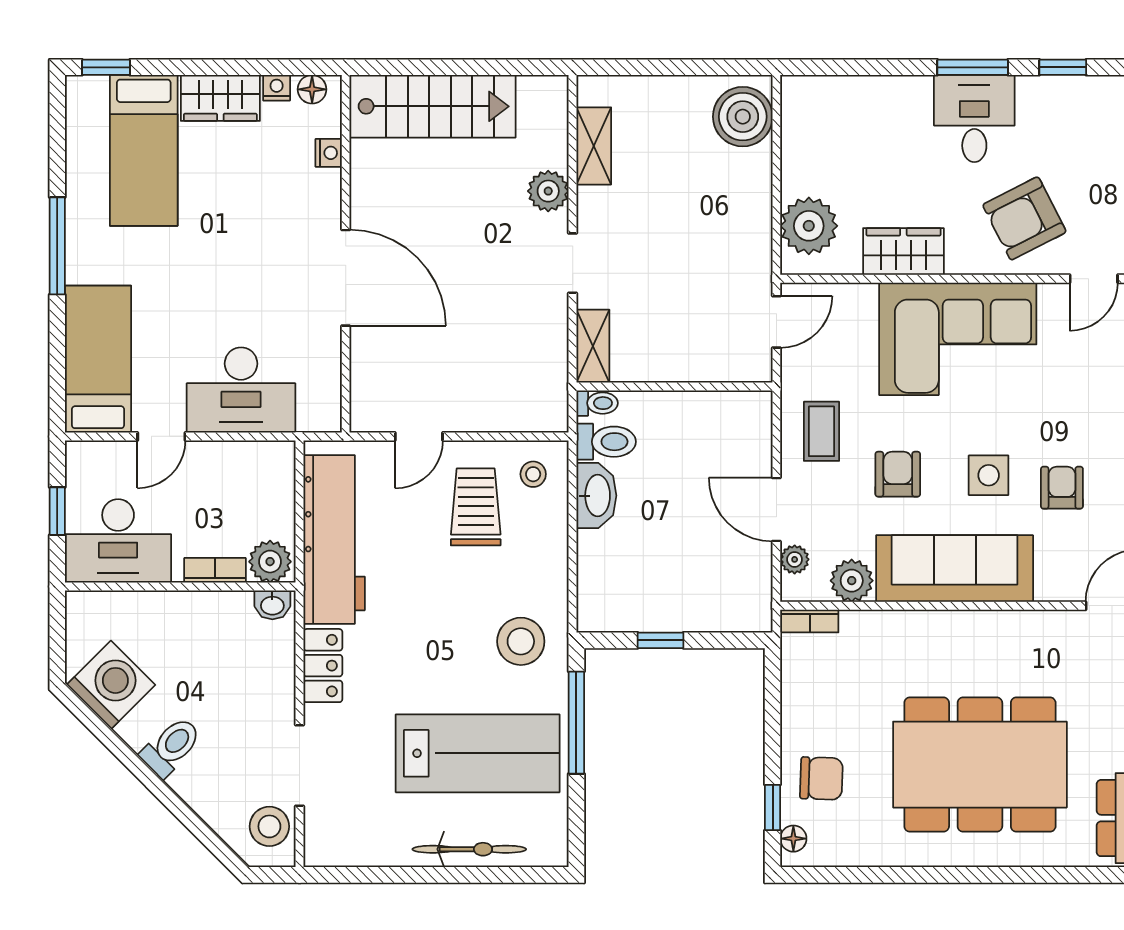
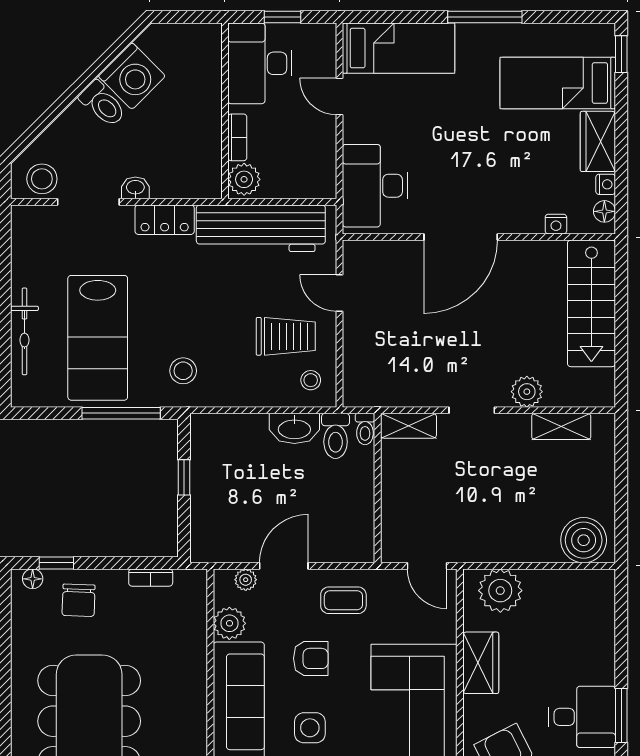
desk: (241, 390) -> (375, 186), moved
washbasin: (272, 605) -> (135, 188), moved, turned 90
bookcase: (810, 621) -> (151, 578), moved, turned -90
stool: (521, 641) -> (183, 371), width x0.73, depth x0.73
washing machine: (111, 685) -> (132, 76), moved

